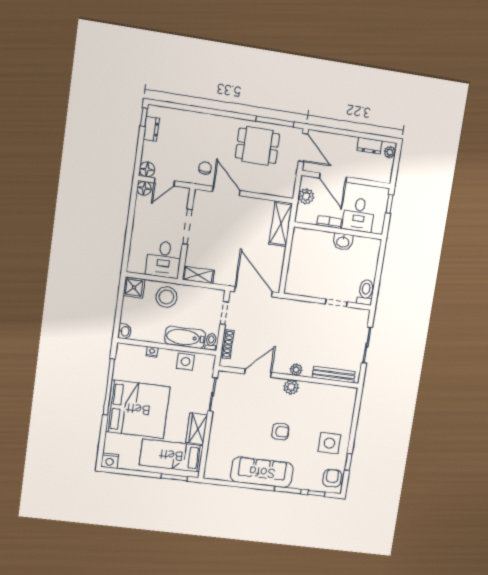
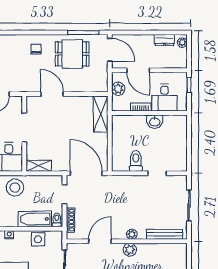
chair: (205, 168) -> (36, 49), moved
toilet: (366, 292) -> (136, 161), moved

